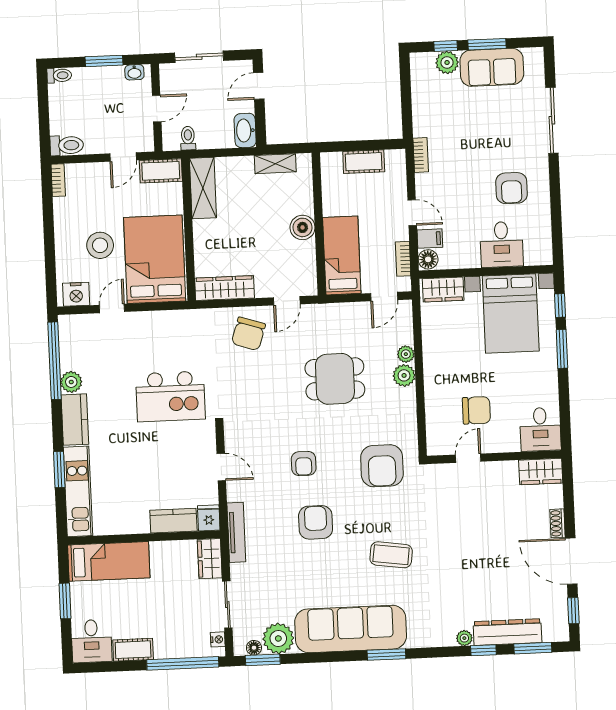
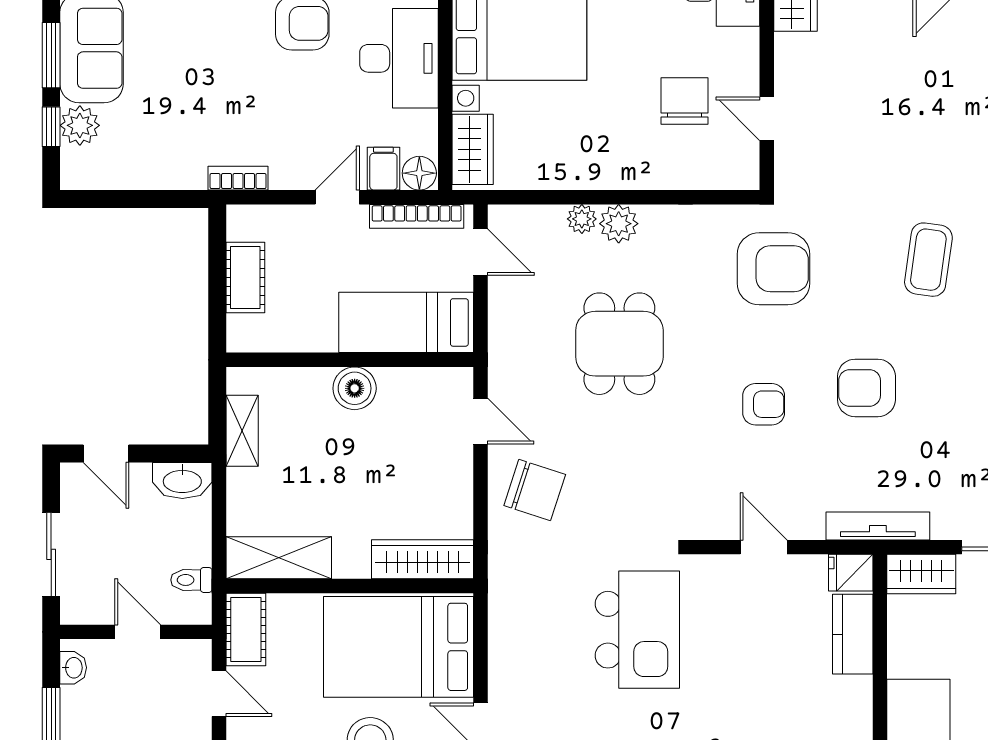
desk: (502, 244) -> (399, 58), width x1.37
bookcase: (403, 259) -> (417, 216), width x1.56
wardrobe: (225, 288) -> (423, 559), moved, turned 90
door: (221, 467) -> (764, 547), hinge flipped

